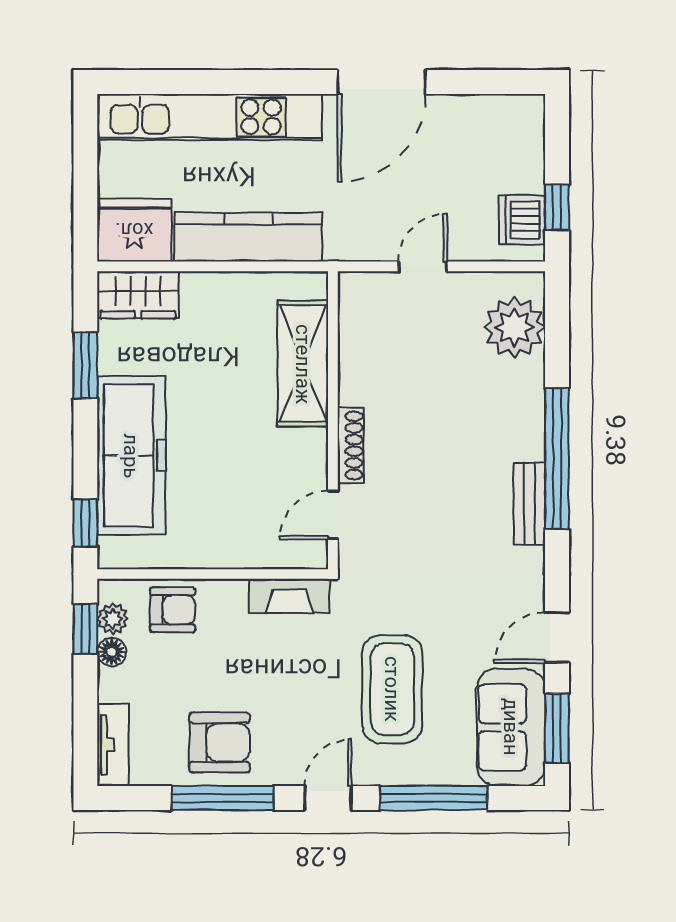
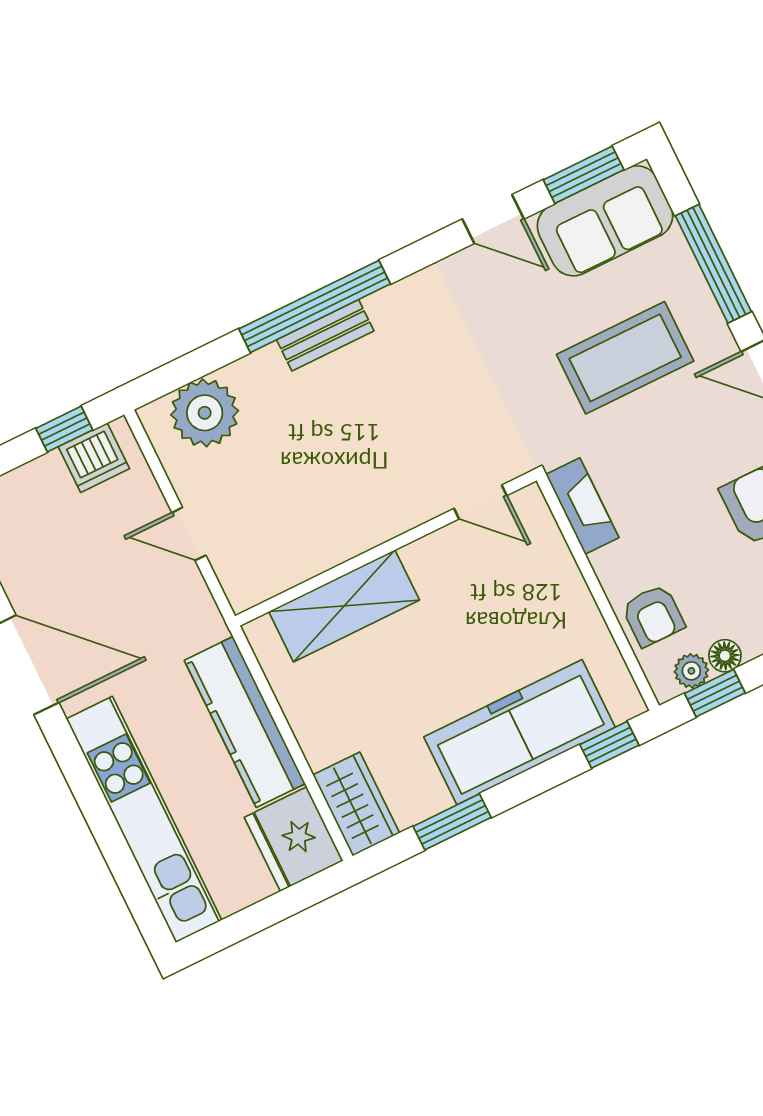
shoe rack: (351, 445) -> (402, 518), removed
bench: (529, 503) -> (325, 335), moved
armchair: (173, 610) -> (653, 616), turned 180

